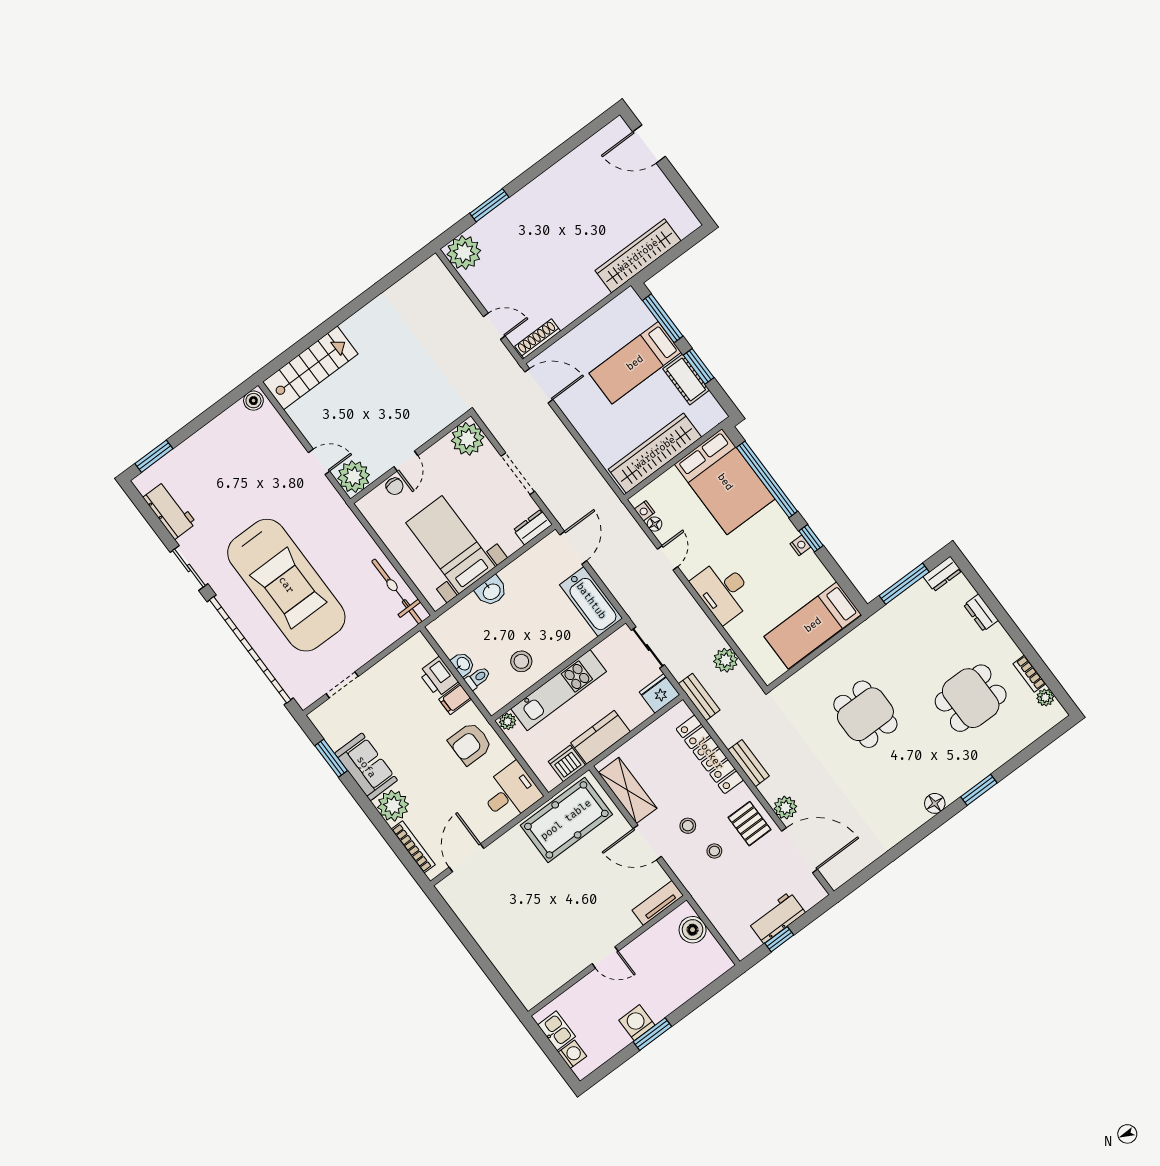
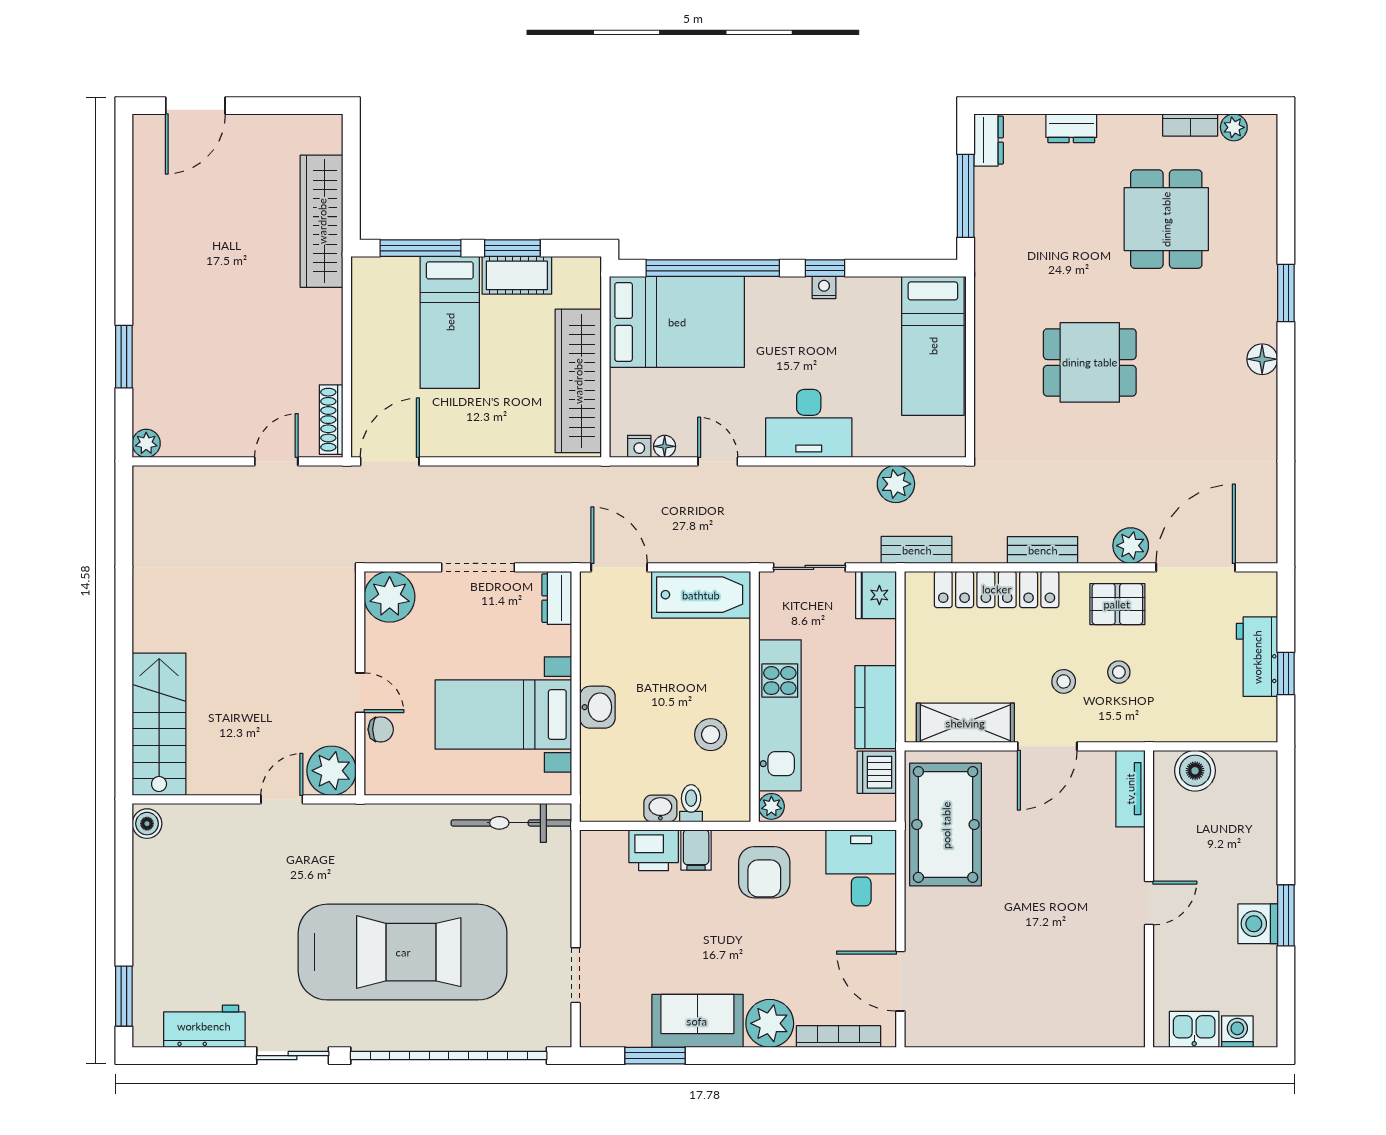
plant: (464, 253) -> (146, 443), width x0.53, depth x0.53

